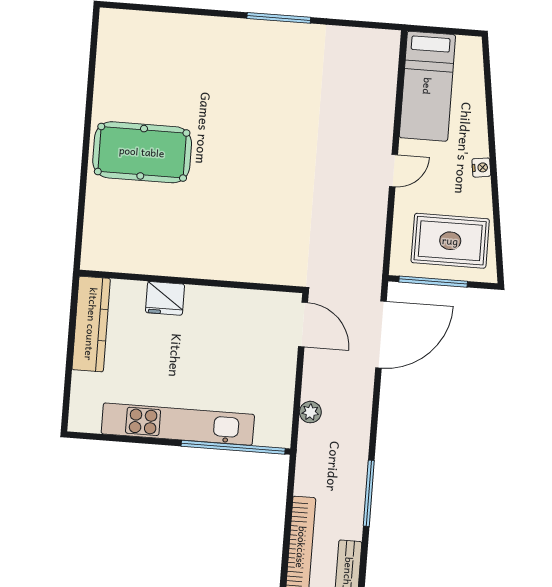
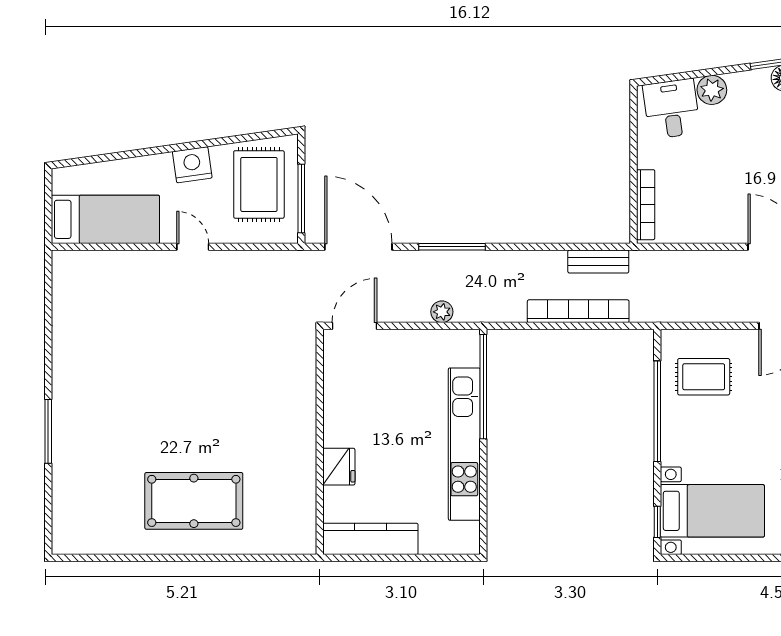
window: (279, 18) -> (48, 431), moved
pool table: (142, 152) -> (194, 501), turned 90
nightstand: (481, 168) -> (192, 165), width x1.89, depth x1.79
window: (369, 493) -> (452, 247), moved

